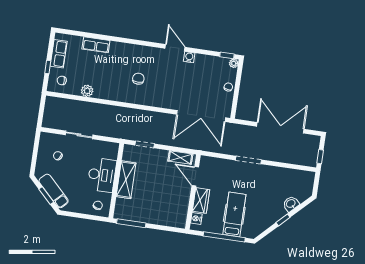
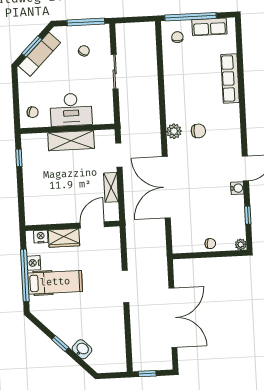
row of seats: (96, 45) -> (230, 78), width x1.48
window: (227, 55) -> (248, 215), moved
window: (48, 67) -> (190, 17), width x3.17
plant: (87, 91) -> (174, 131), moved
double door: (201, 116) -> (166, 187), moved
window: (36, 150) -> (86, 22), added
shelving: (180, 157) -> (111, 187), moved
window: (131, 223) -> (19, 158), width x0.46
nightstand: (216, 228) -> (34, 263), added

